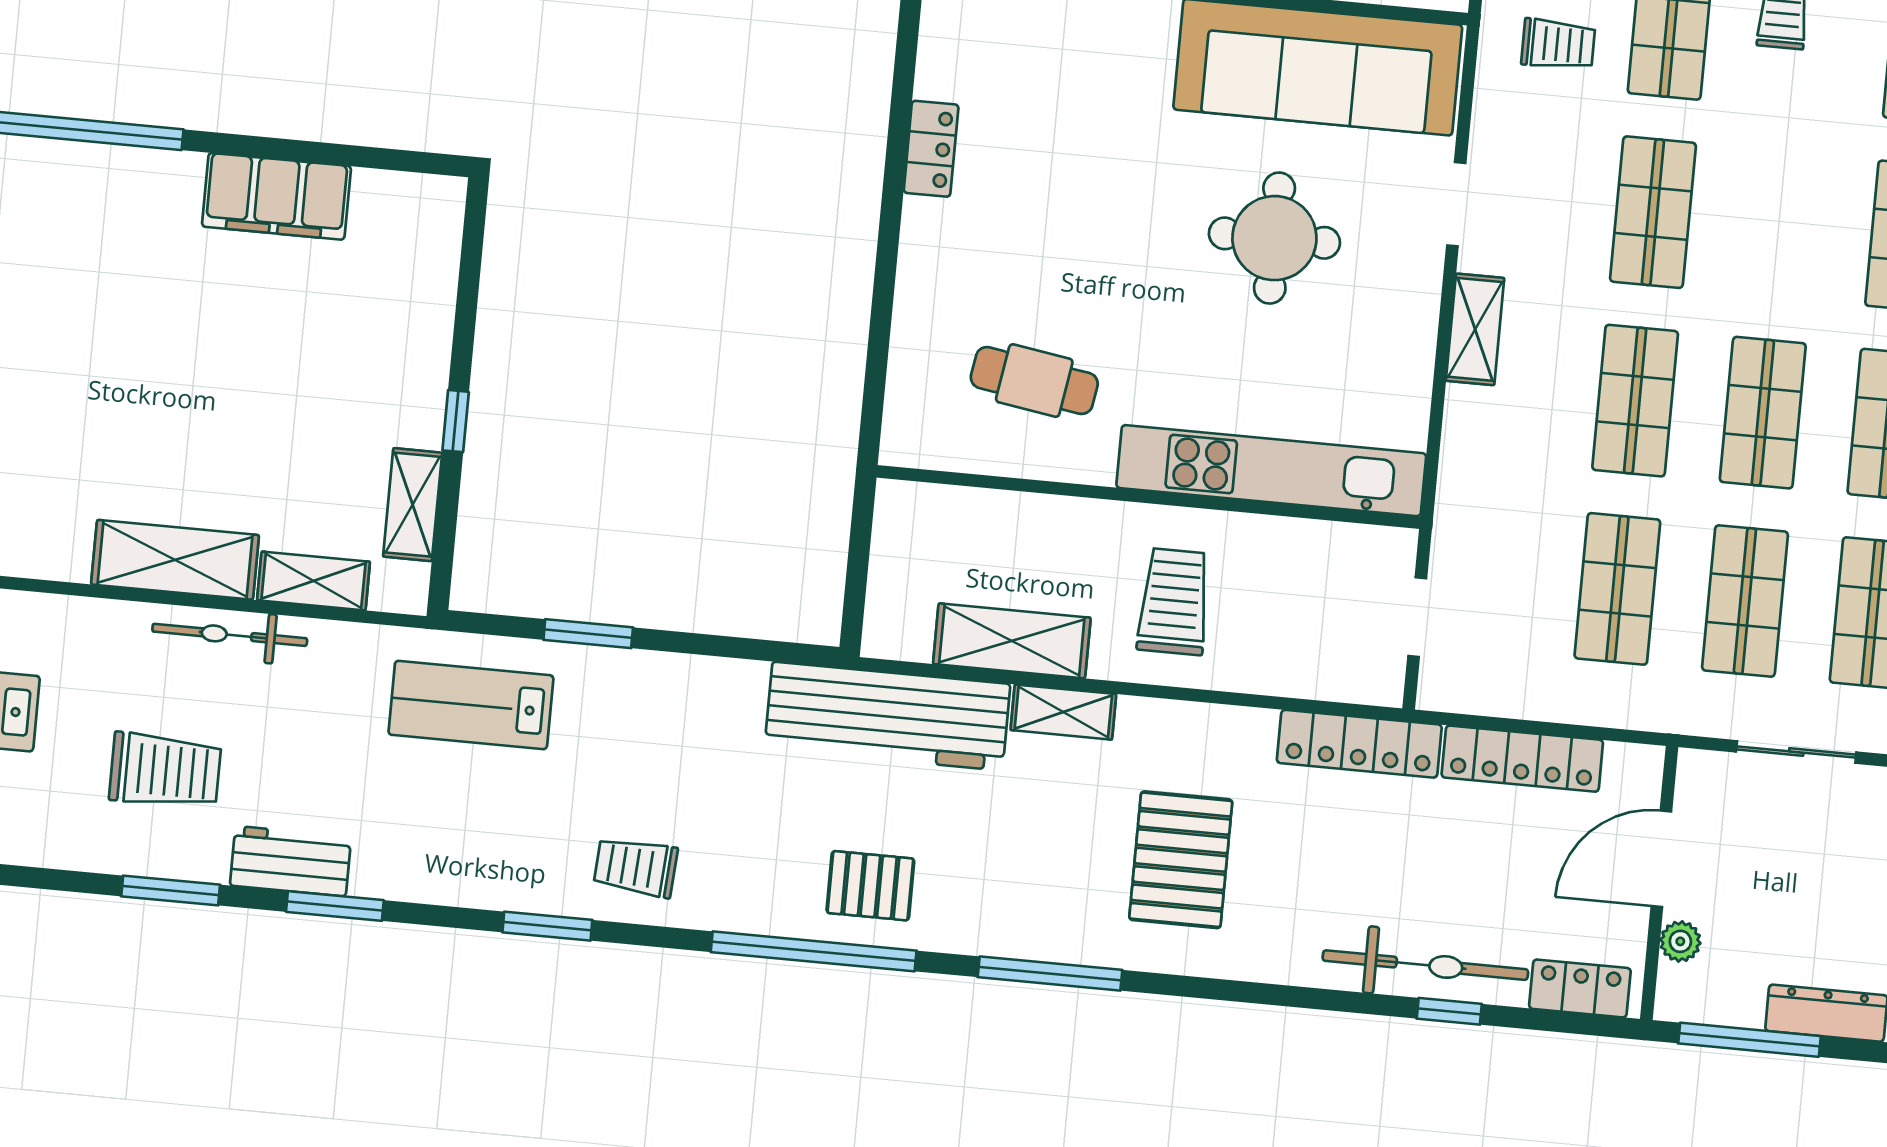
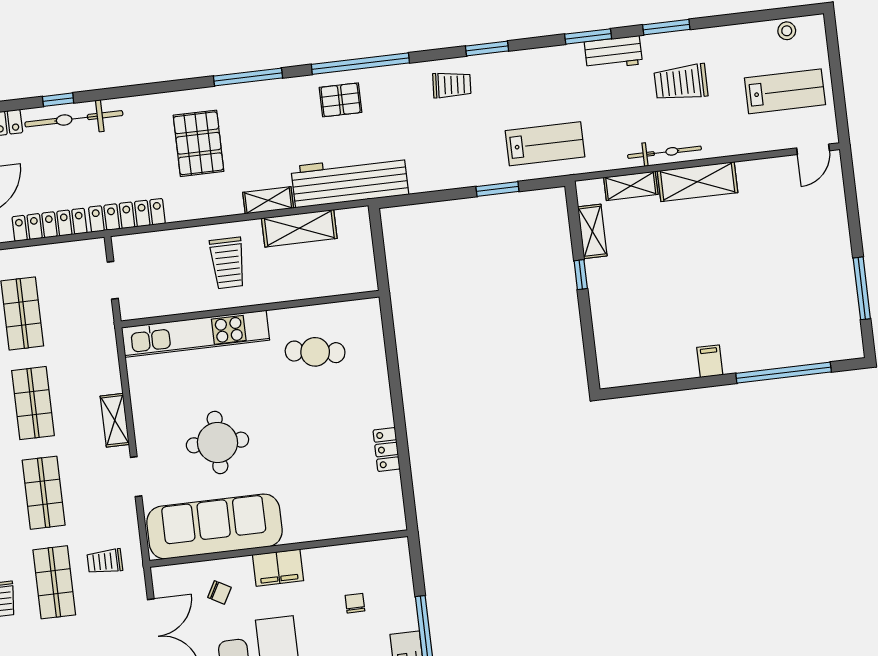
filing cabinet: (276, 196) -> (710, 361), width x0.33, depth x0.86

